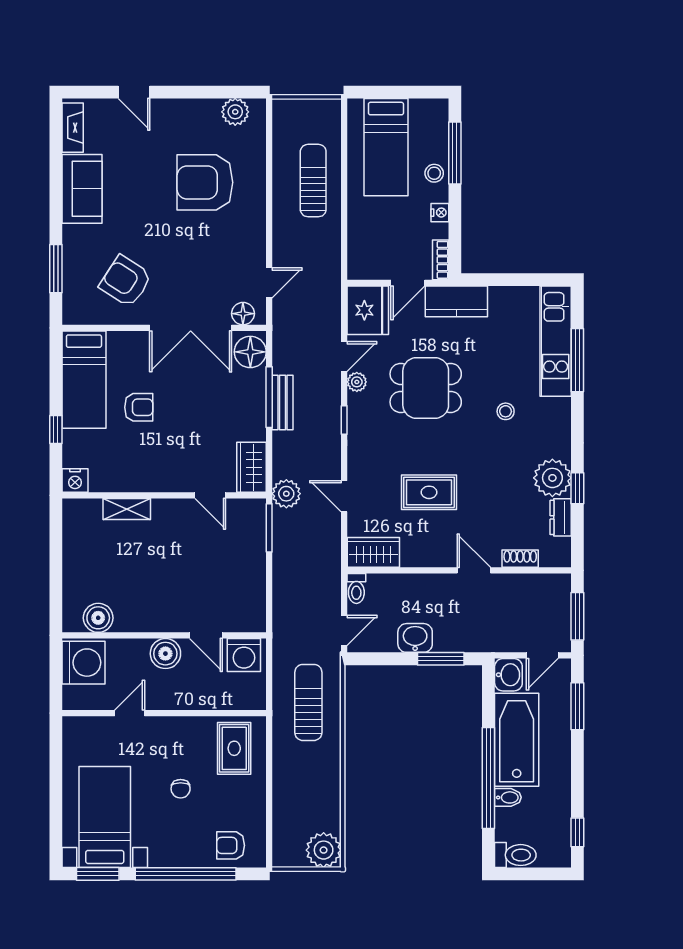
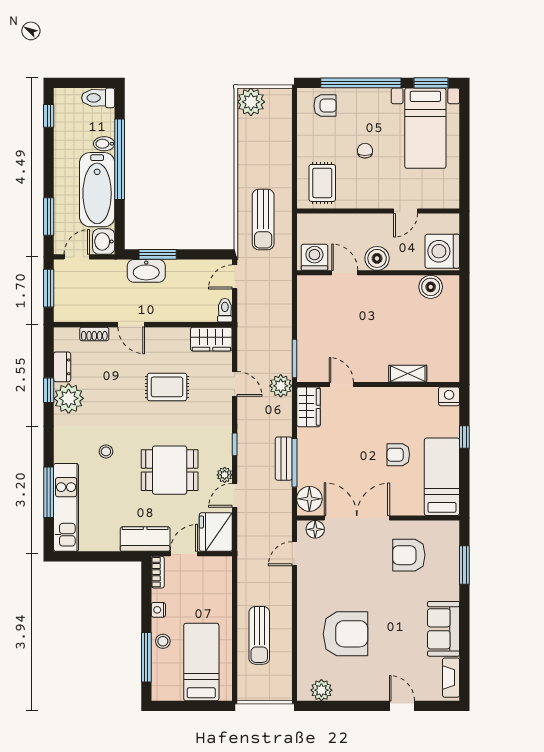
armchair: (126, 281) -> (409, 555), turned 147
washbasin: (415, 638) -> (146, 271), moved, width x1.38

